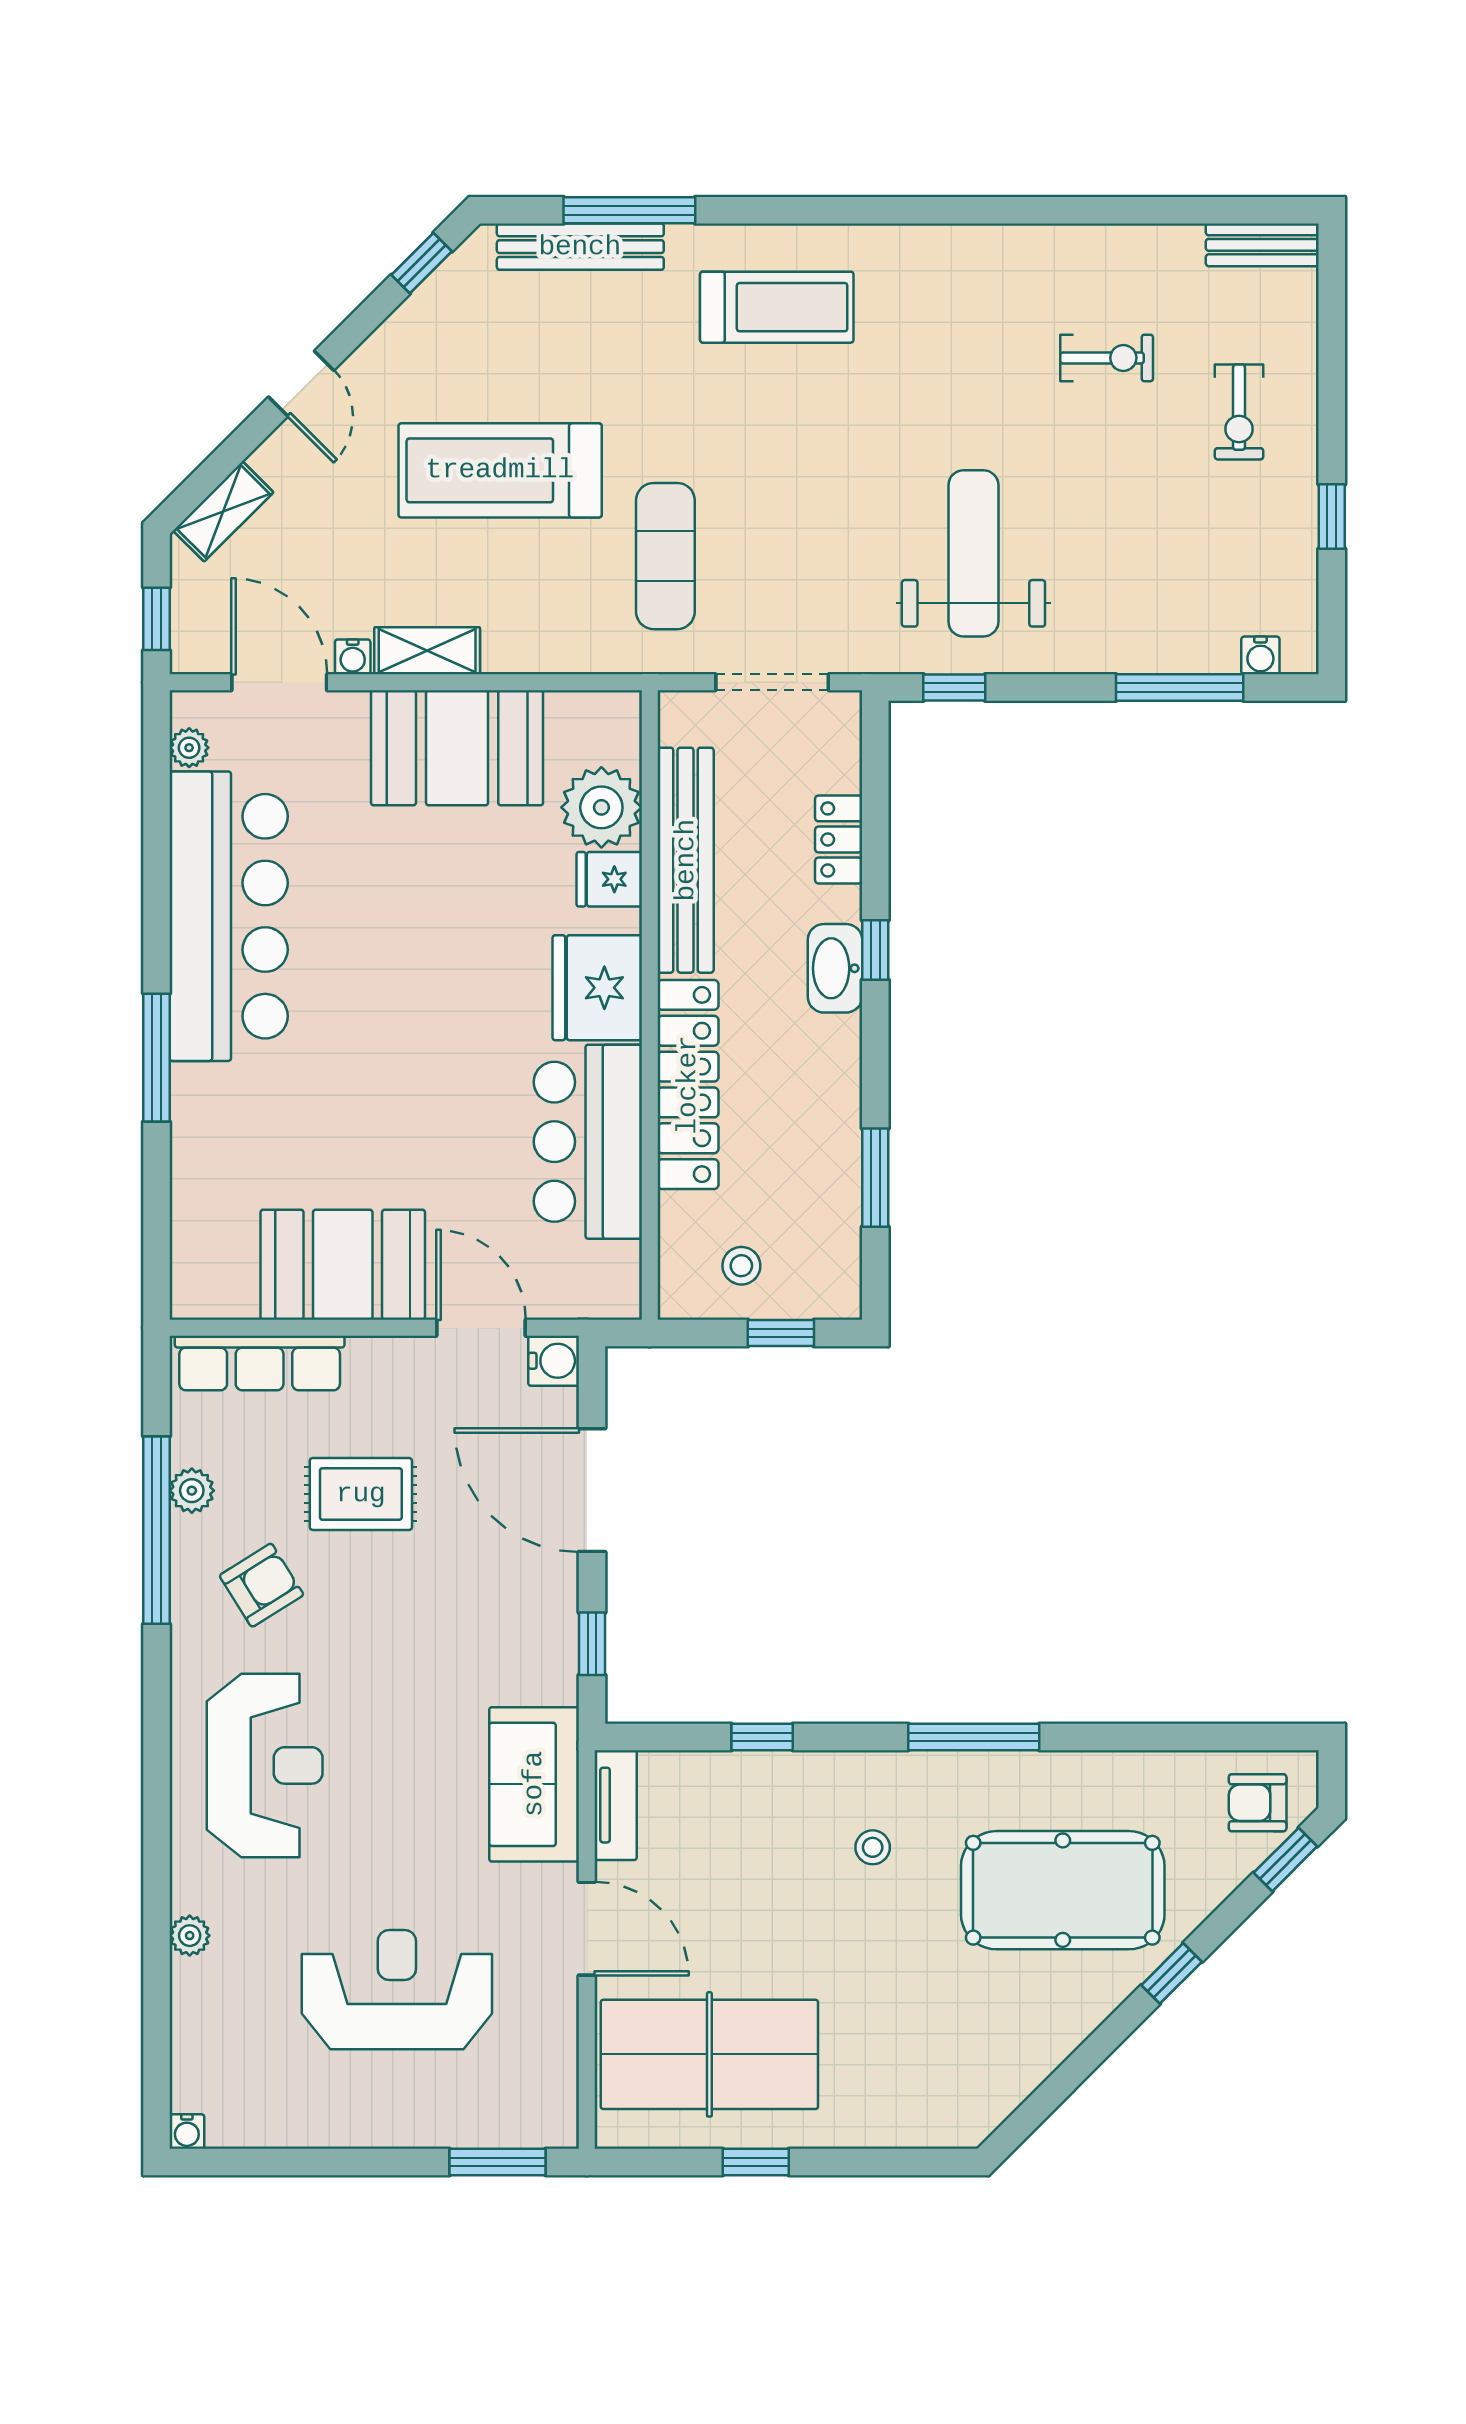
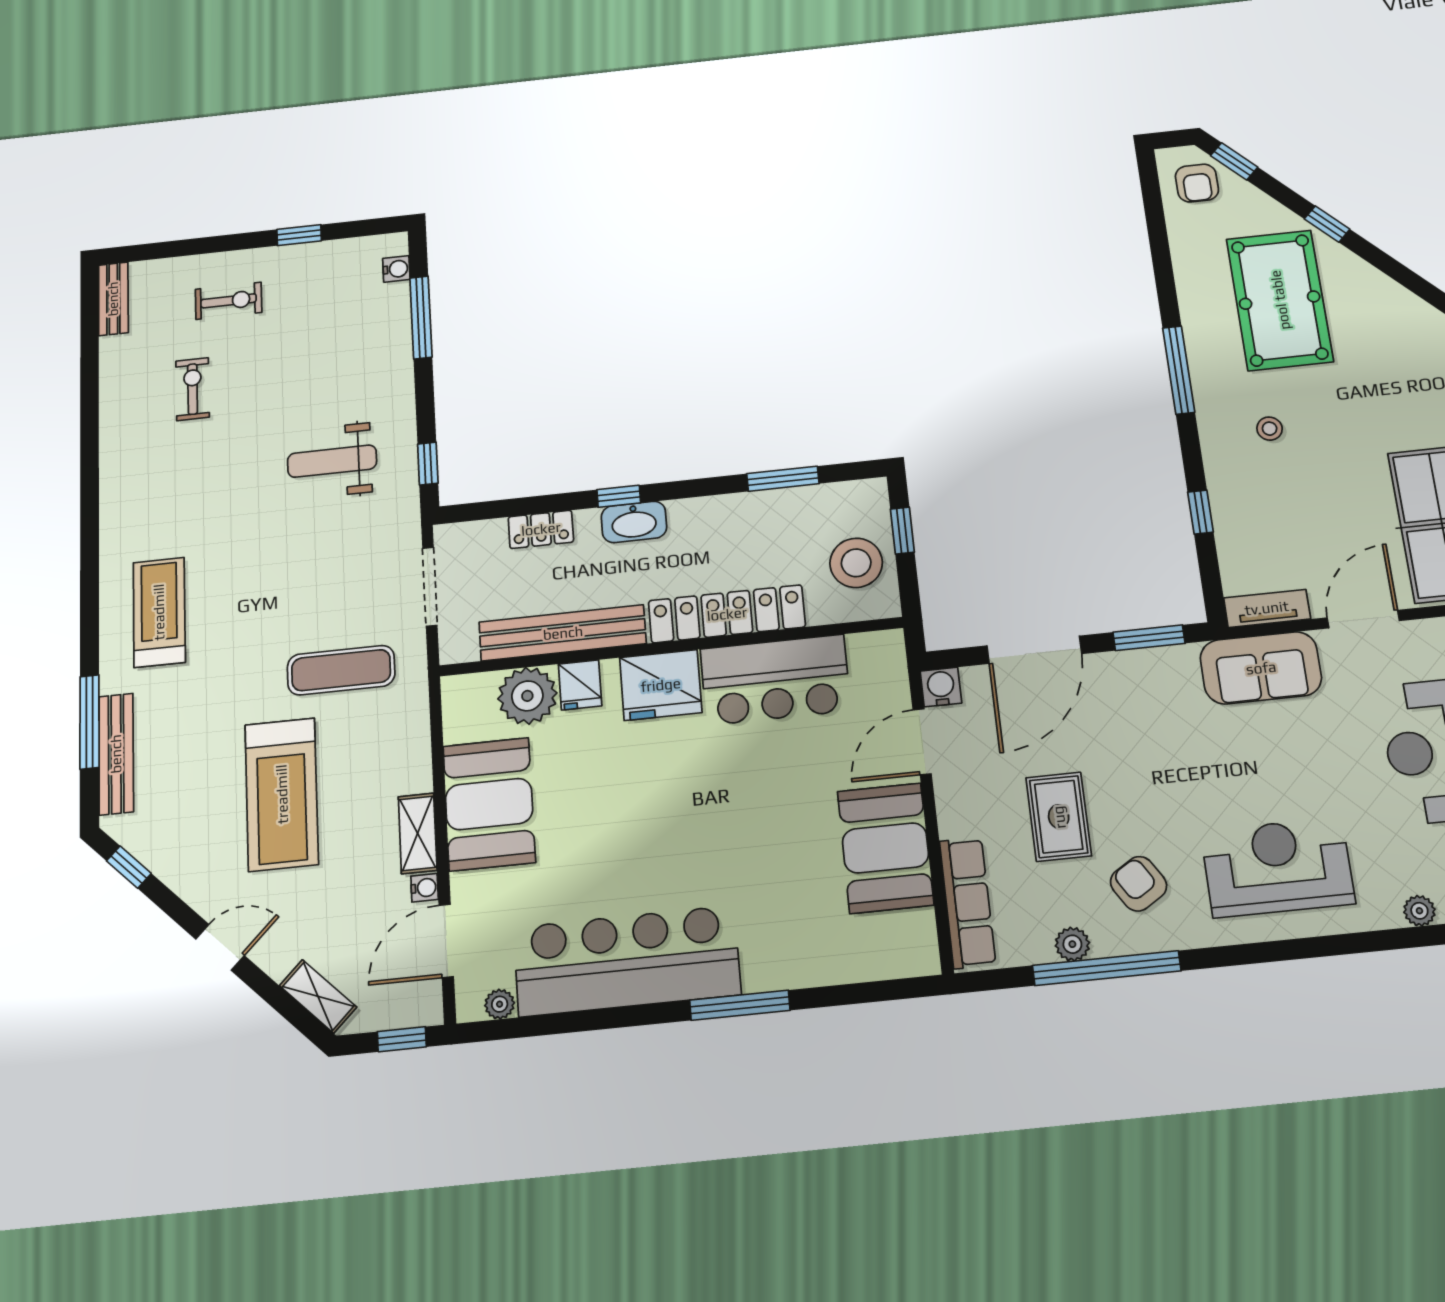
weight bench: (973, 553) -> (332, 461), width x0.73, depth x0.75
stool: (741, 1266) -> (856, 563), width x1.89, depth x1.89
window: (592, 1644) -> (1149, 638), width x1.50

